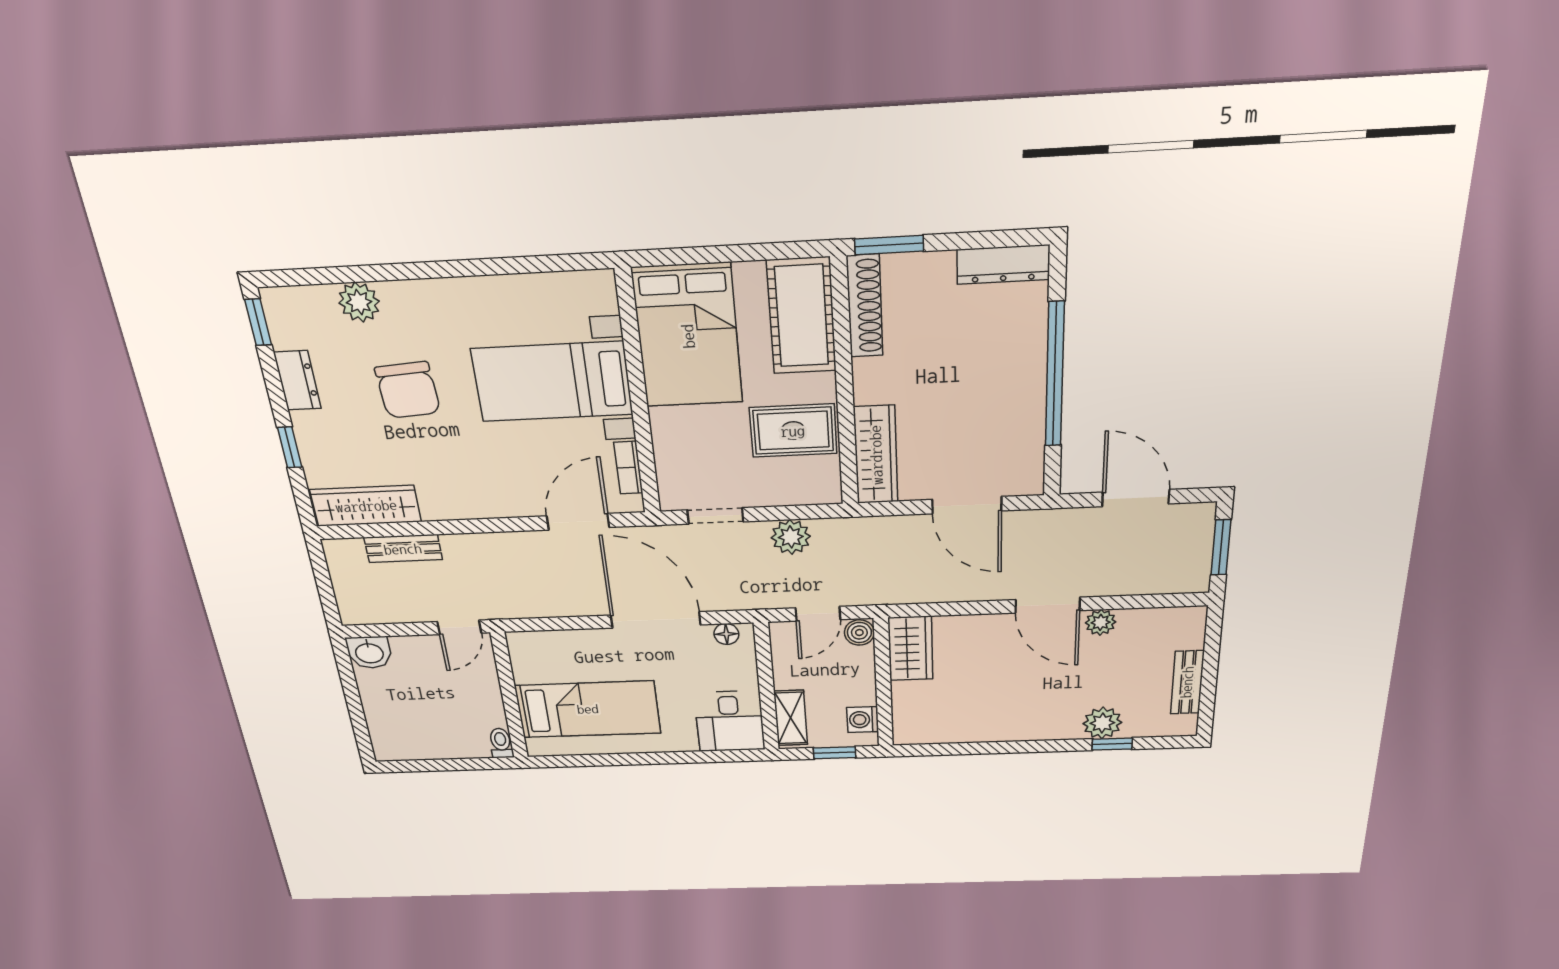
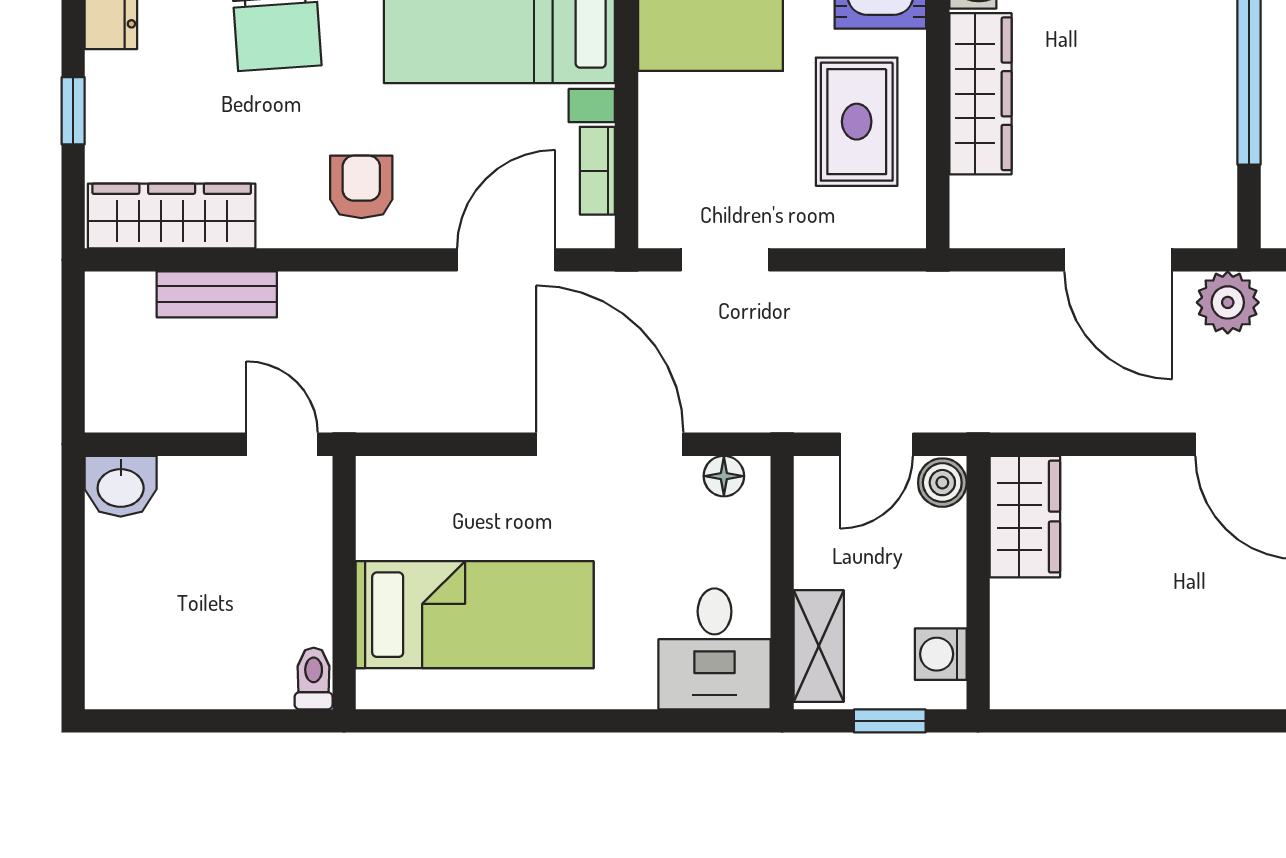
rug: (793, 431) -> (857, 122), turned 90
wardrobe: (876, 455) -> (980, 94), moved
armchair: (480, 484) -> (361, 187), added
plant: (791, 537) -> (1228, 302), moved
door: (459, 627) -> (282, 444), swing flipped

